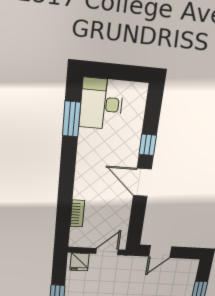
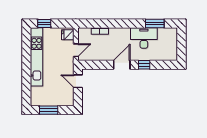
desk: (101, 104) -> (144, 38), moved
door: (107, 252) -> (76, 50), hinge flipped

